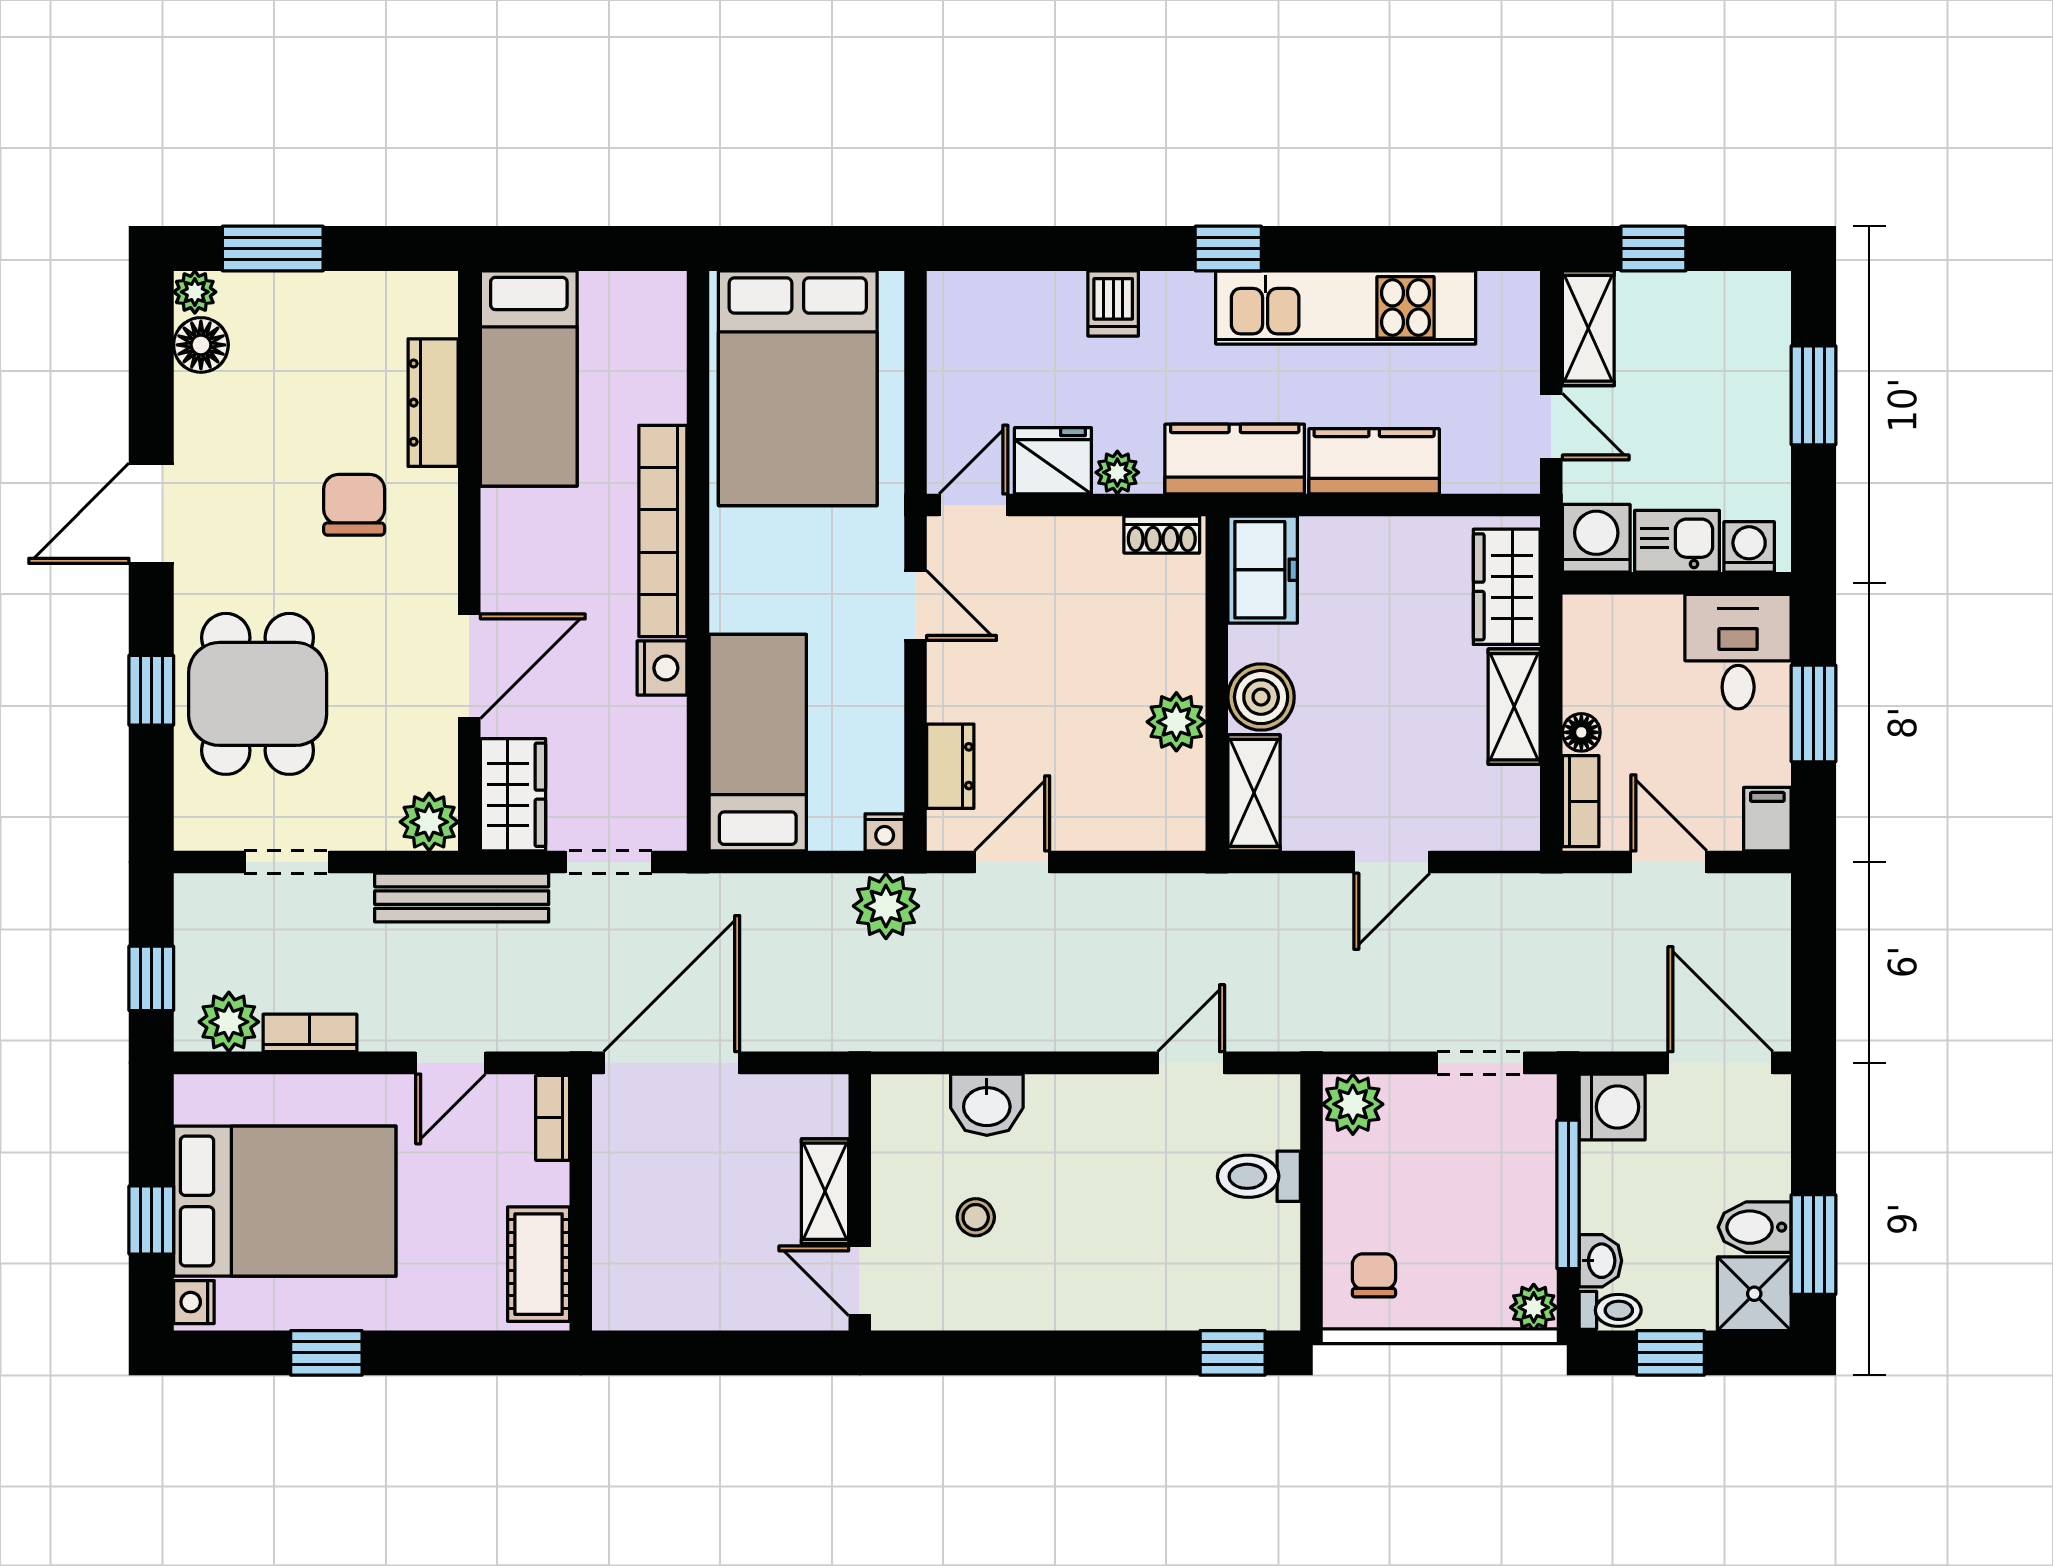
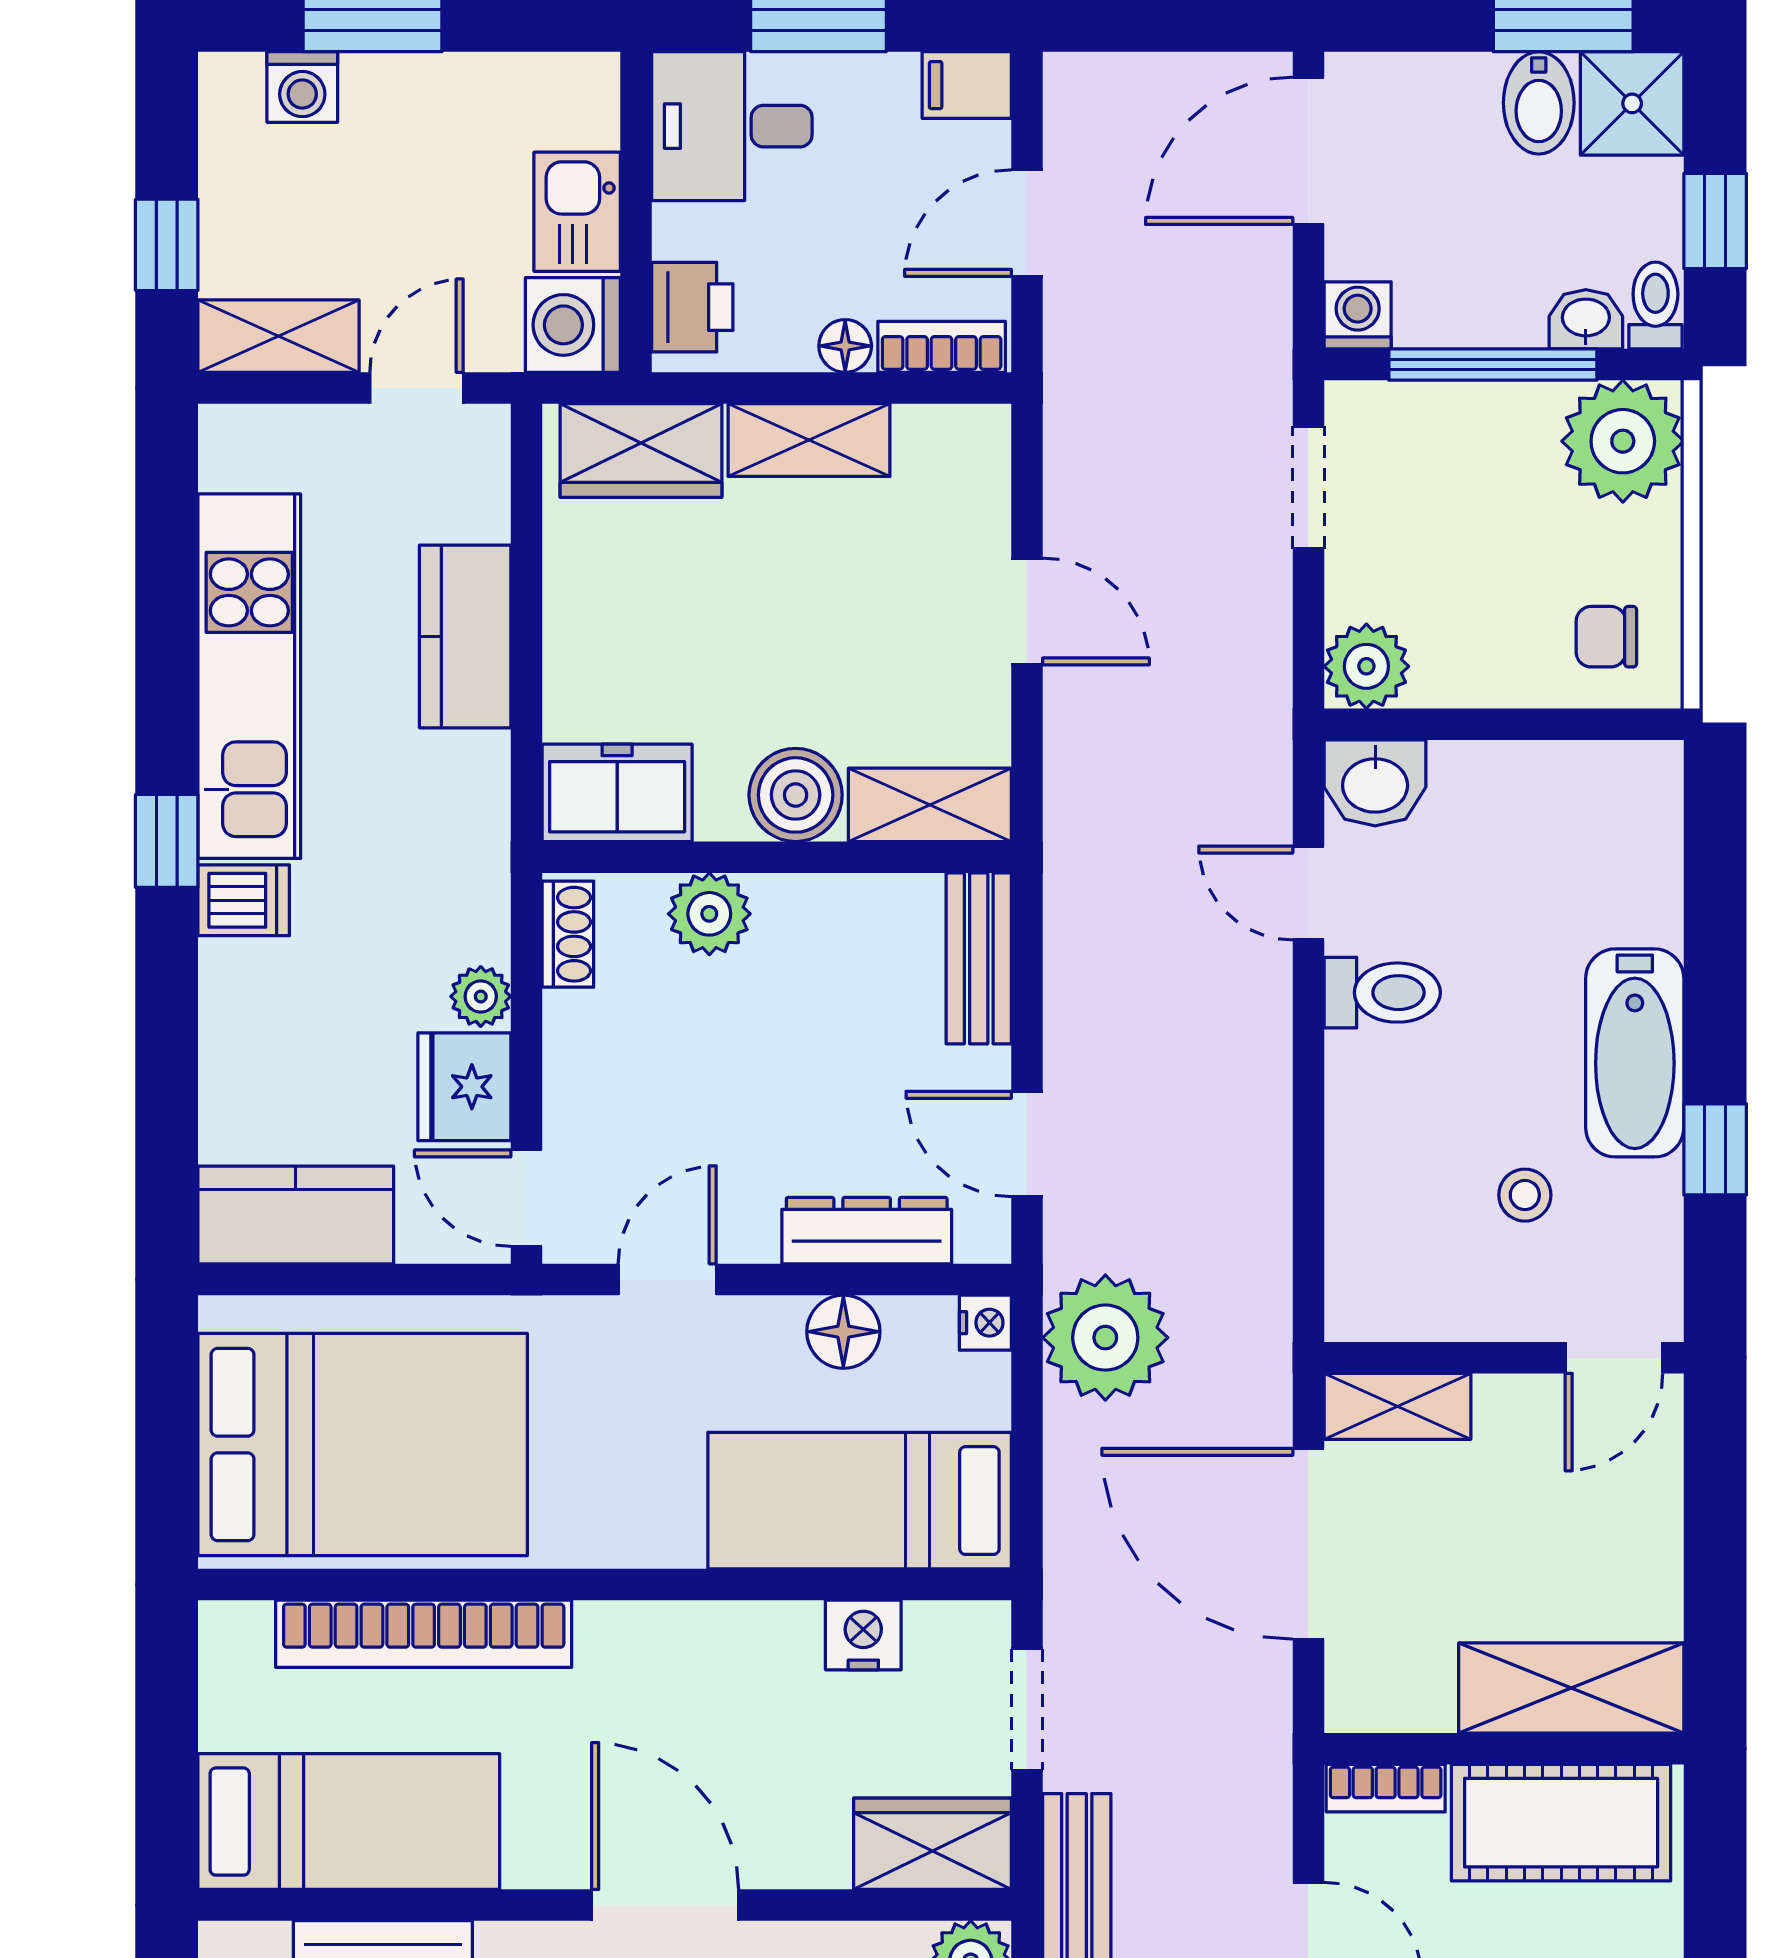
dishwasher: (1113, 303) -> (244, 900), moved
kitchen counter: (1235, 459) -> (296, 1215), moved, turned 90
bookcase: (663, 531) -> (424, 1634), moved
washing machine: (1749, 547) -> (302, 87), moved, turned -90
printer: (1609, 623) -> (692, 307), added
door: (469, 666) -> (665, 1905), moved
nightstand: (662, 668) -> (863, 1635), moved
plant: (1176, 722) -> (709, 914), moved
floor lamp: (878, 731) -> (843, 1332), added
dresser: (950, 766) -> (867, 1231), width x1.44
bench: (1145, 828) -> (979, 958), added
plant: (886, 906) -> (1105, 1338), width x1.36, depth x1.36
door: (672, 1063) -> (1308, 1544), moved
washbasin: (987, 1105) -> (1375, 783), moved, turned 90
washing machine: (1612, 1107) -> (1358, 315), width x0.73, depth x0.73
toilet: (1259, 1176) -> (1382, 993), moved, turned -90
shelving: (825, 1191) -> (1397, 1406), moved
shelving: (624, 1250) -> (1571, 1688), added
cot: (539, 1264) -> (1561, 1823), width x1.37, depth x1.34
bathtub: (1077, 1296) -> (1635, 1053), added
plant: (1534, 1307) -> (1623, 441), width x1.88, depth x1.88
window: (1233, 1353) -> (1715, 1149), moved

